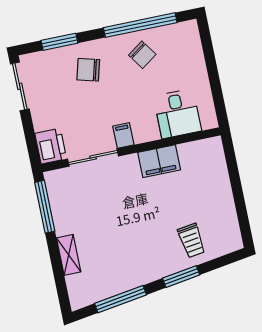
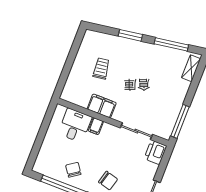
filing cabinet: (123, 136) -> (96, 126), moved
trolley: (192, 241) -> (101, 69), moved
shelving: (69, 255) -> (191, 68), moved

